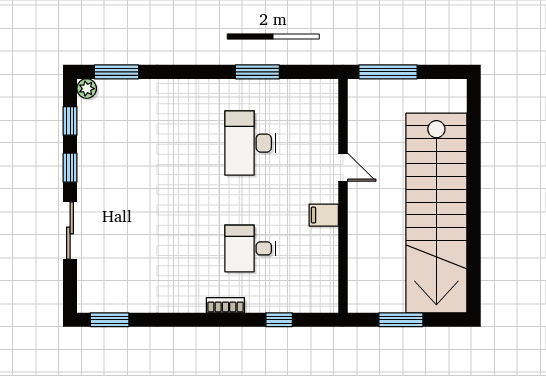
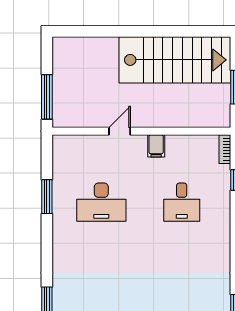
stairs: (436, 213) -> (175, 60), width x0.73
bookcase: (225, 305) -> (225, 149), moved

